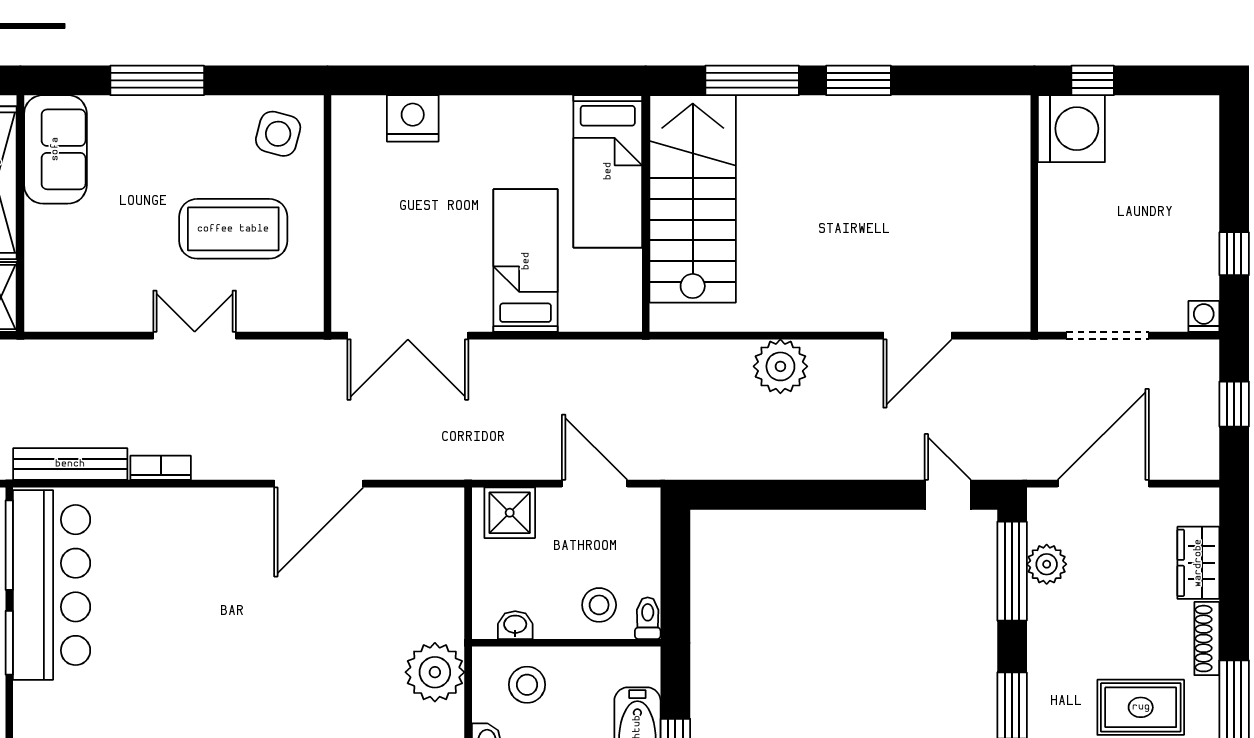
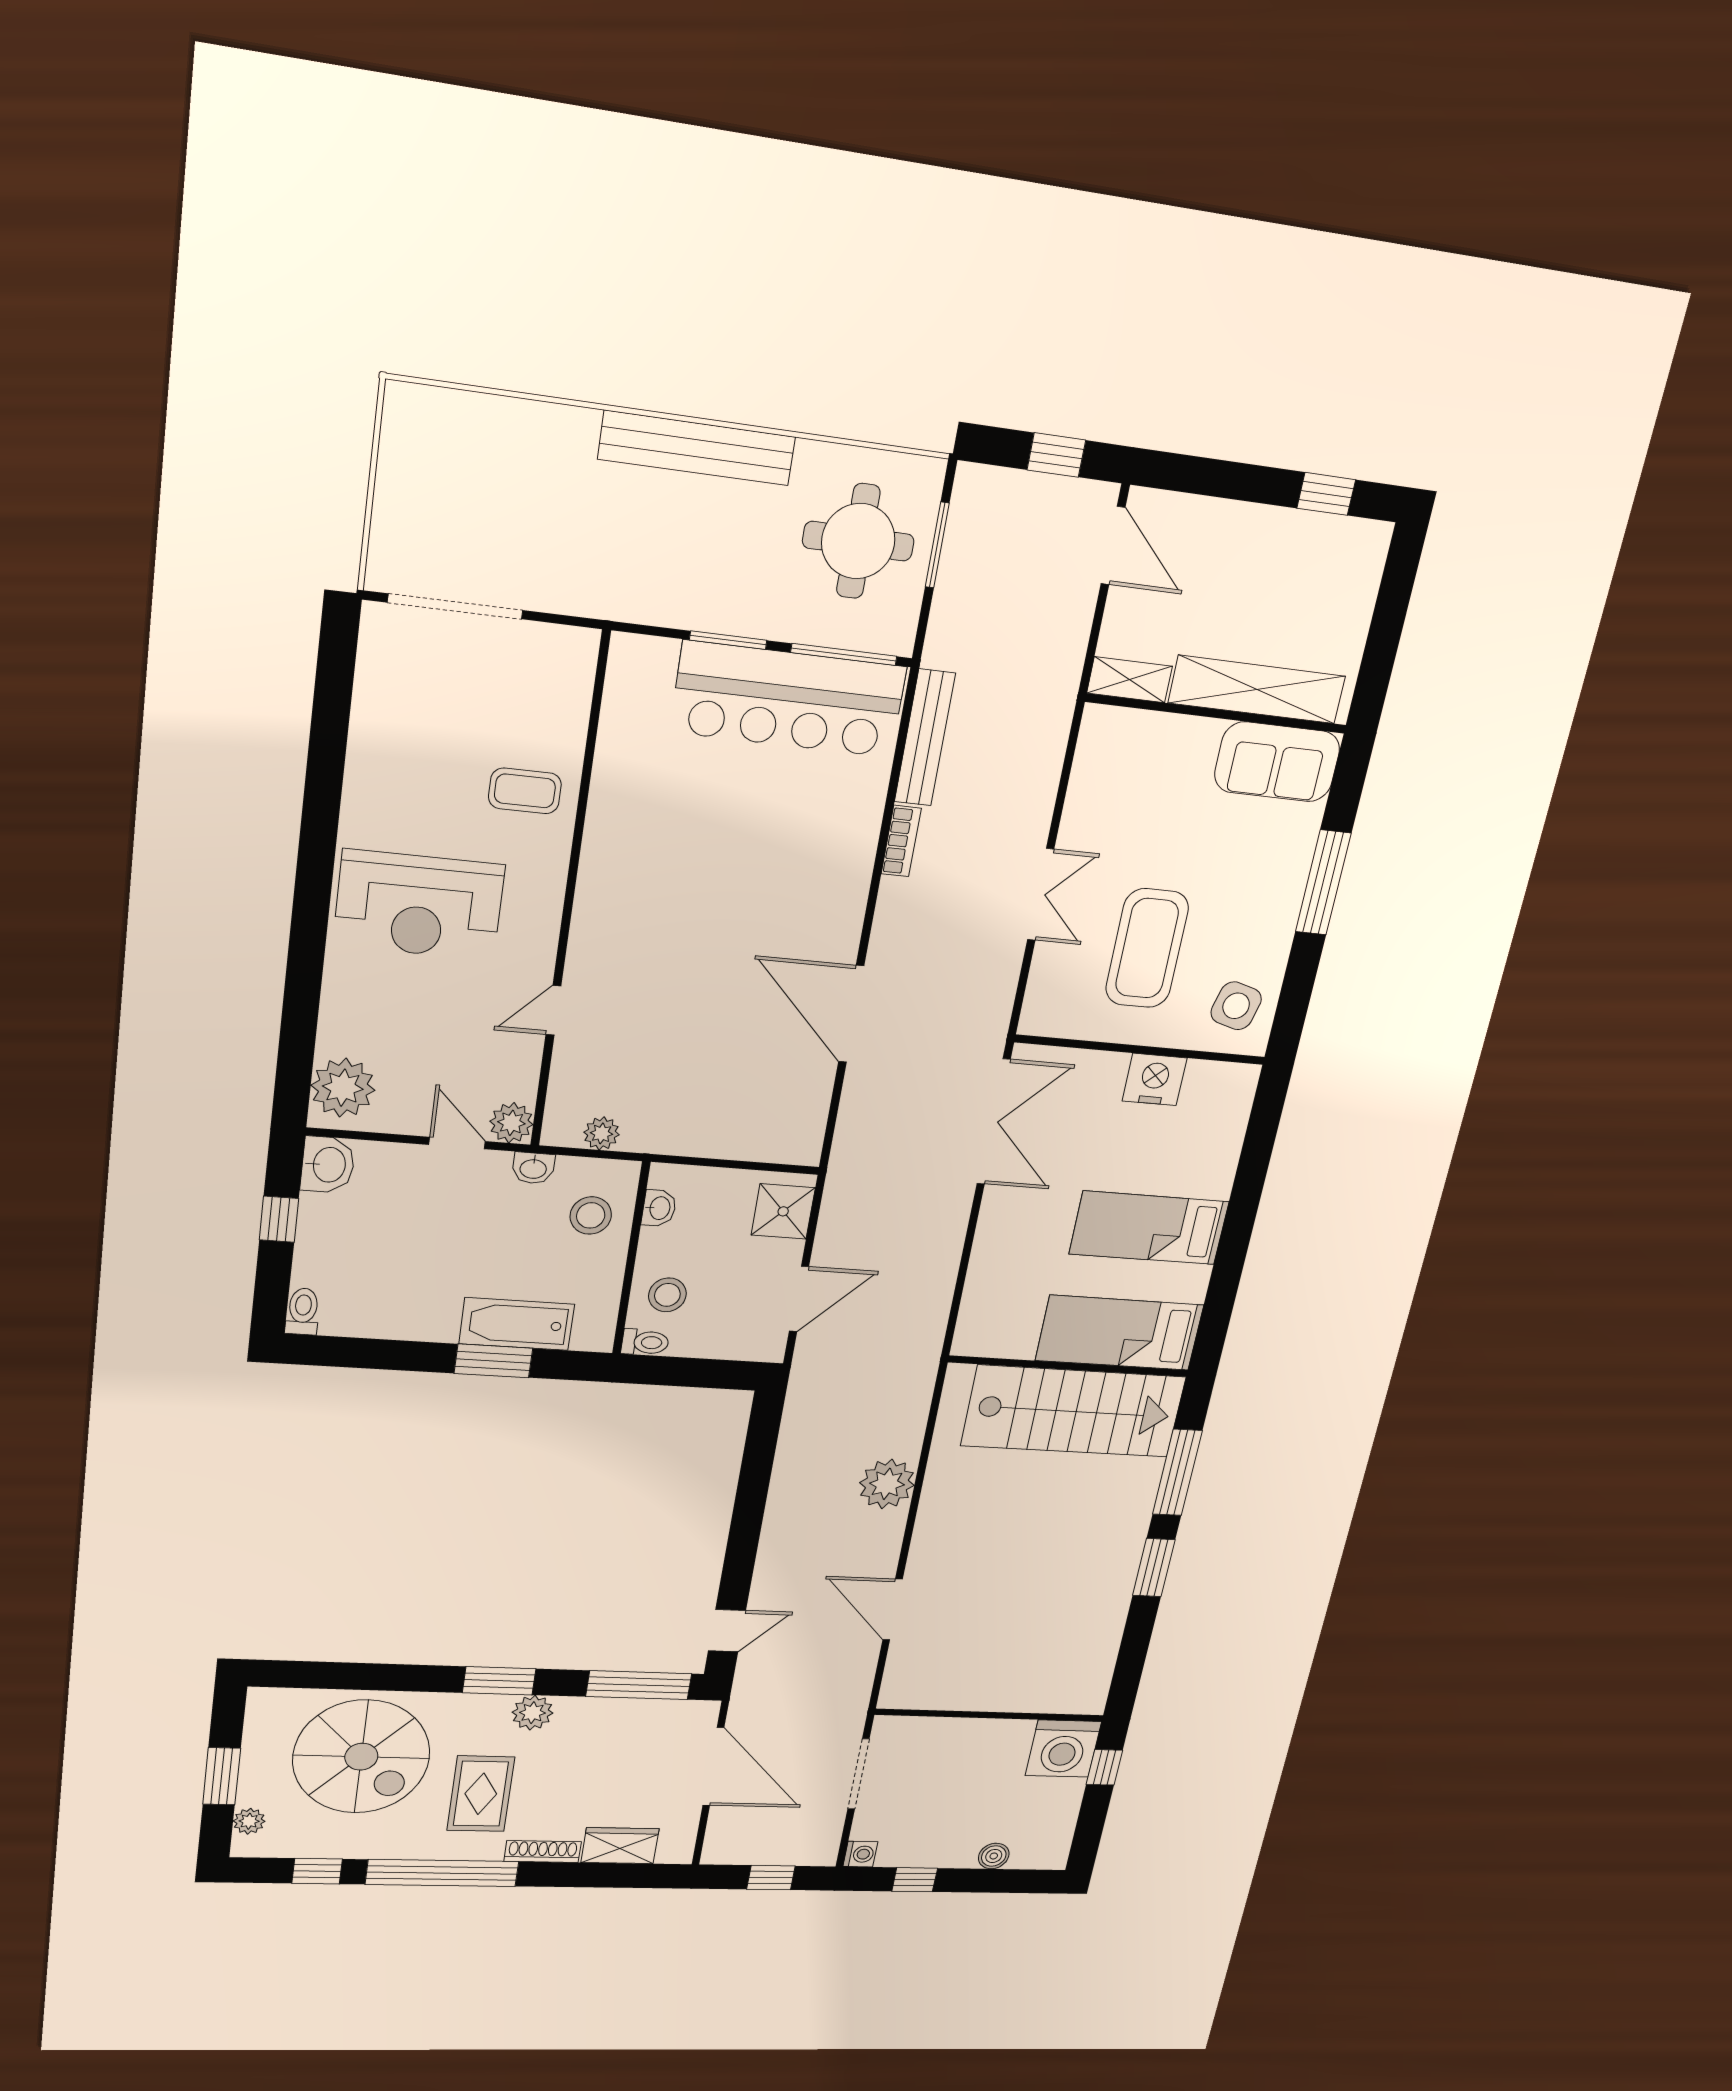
nightstand: (413, 118) -> (1155, 1079), moved, turned -90
boiler: (1203, 176) -> (994, 1856), added
bed: (526, 261) -> (1149, 1228), moved, turned 180
double door: (408, 336) -> (994, 1122), swing flipped
plant: (1047, 564) -> (532, 1713), moved
plant: (435, 672) -> (602, 1133), width x0.53, depth x0.53

